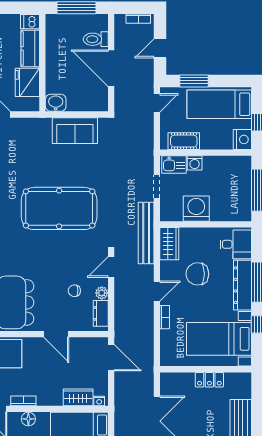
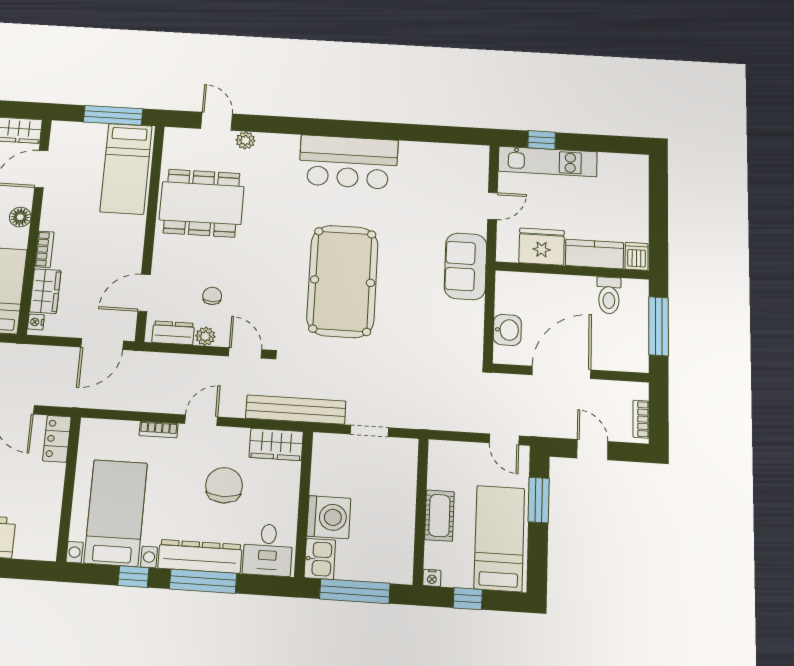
toilet: (96, 39) -> (609, 295), moved, turned 180
washbasin: (56, 103) -> (507, 330), moved
sofa: (75, 131) -> (465, 266), moved
nightstand: (242, 139) -> (432, 578), width x0.53, depth x0.56
cot: (184, 141) -> (439, 516), moved
washing machine: (195, 163) -> (405, 492), removed
kitchen sink: (174, 165) -> (320, 559), moved, turned 180
washing machine: (196, 209) -> (329, 517), moved
door: (157, 291) -> (201, 420), swing flipped
door: (56, 334) -> (144, 293), moved
locker: (209, 380) -> (57, 439), moved
bookcase: (23, 401) -> (44, 249), moved

